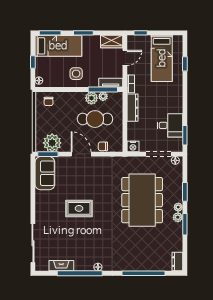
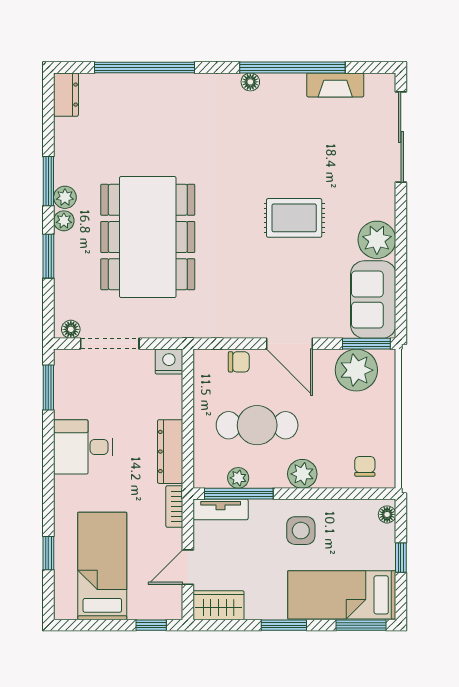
plant: (91, 98) -> (302, 474), moved
desk: (170, 125) -> (83, 447), moved
plant: (43, 199) -> (377, 240), added

